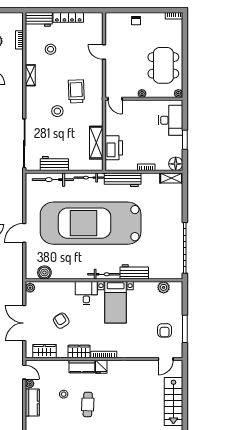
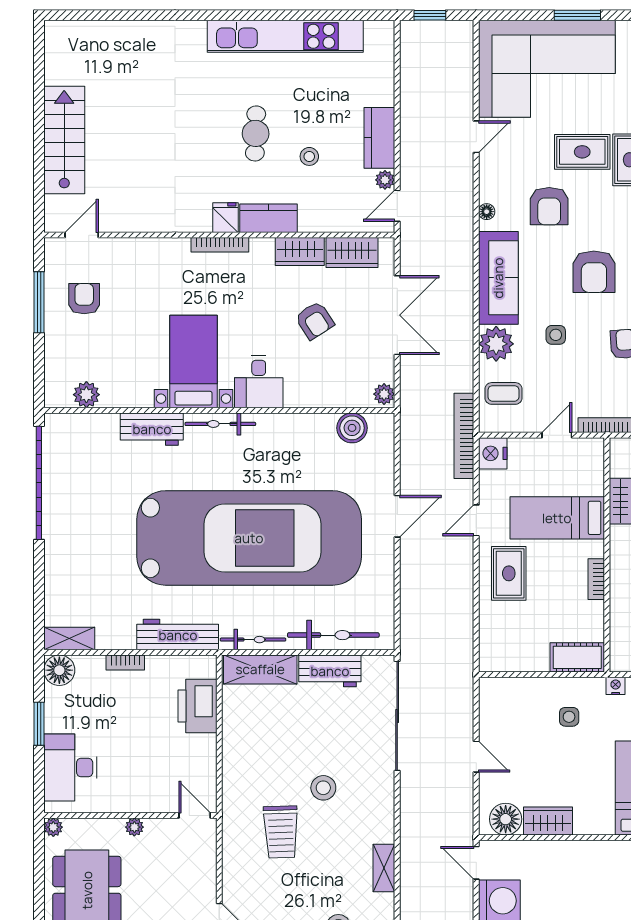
shelving: (96, 143) -> (260, 669), moved, turned 90
wardrobe: (79, 352) -> (300, 252), moved
door: (24, 372) -> (397, 206), hinge flipped

